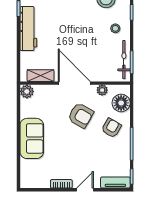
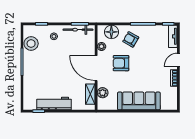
door: (74, 83) -> (96, 68), hinge flipped
plant: (27, 91) -> (103, 93), moved
armchair: (81, 115) -> (121, 63), turned -120
sofa: (32, 138) -> (139, 101), width x1.36
door: (85, 190) -> (178, 60), hinge flipped

